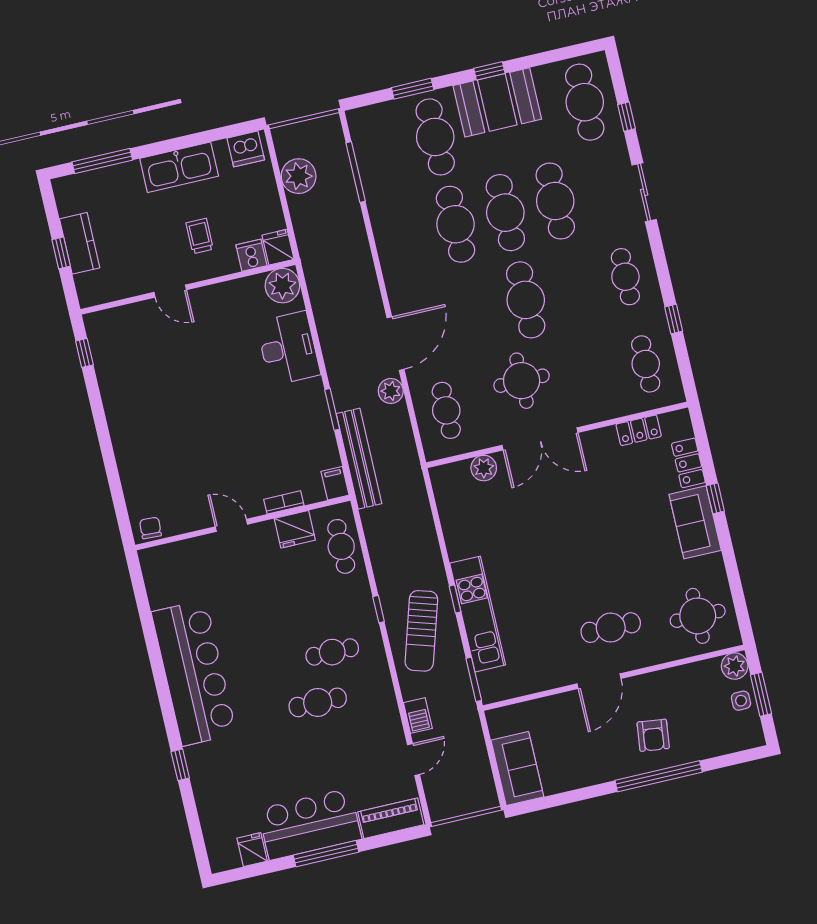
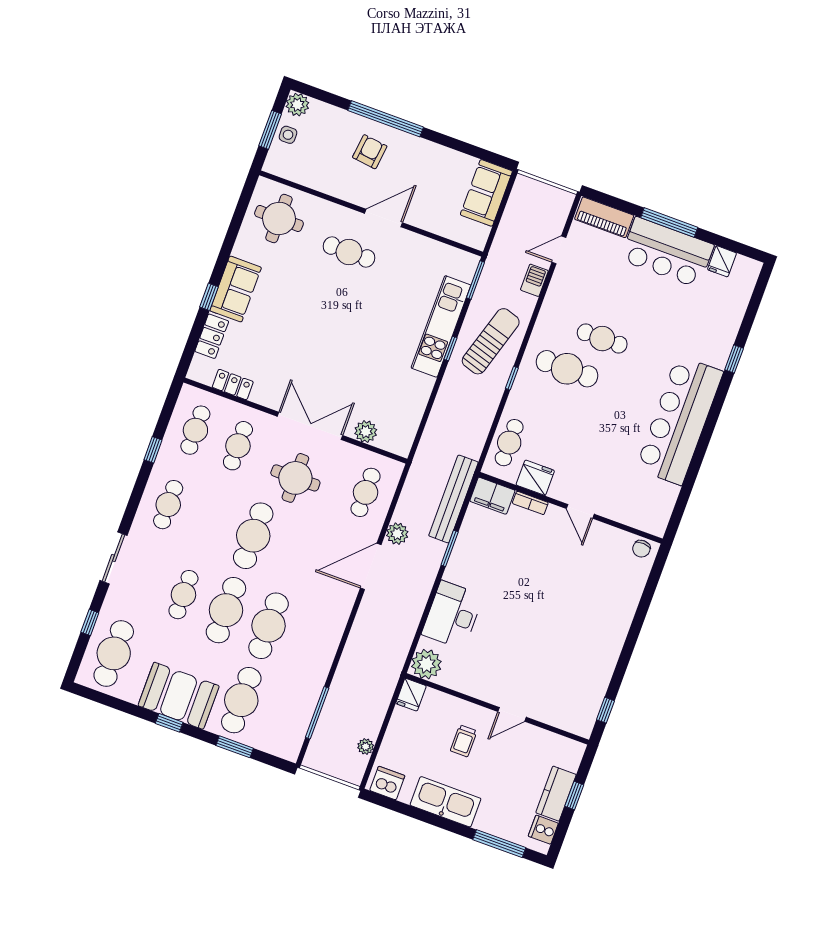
plant: (299, 176) -> (366, 747), width x0.53, depth x0.53
cafe table: (555, 201) -> (183, 595), width x0.73, depth x0.74
cooker: (251, 255) -> (543, 830), moved, turned 90
door: (170, 291) -> (512, 714), swing flipped
cafe table: (596, 376) -> (238, 446), added
filing cabinet: (335, 483) -> (492, 496), width x2.00
cafe table: (332, 652) -> (567, 369), width x1.37, depth x1.35
plant: (735, 666) -> (297, 105), moved

